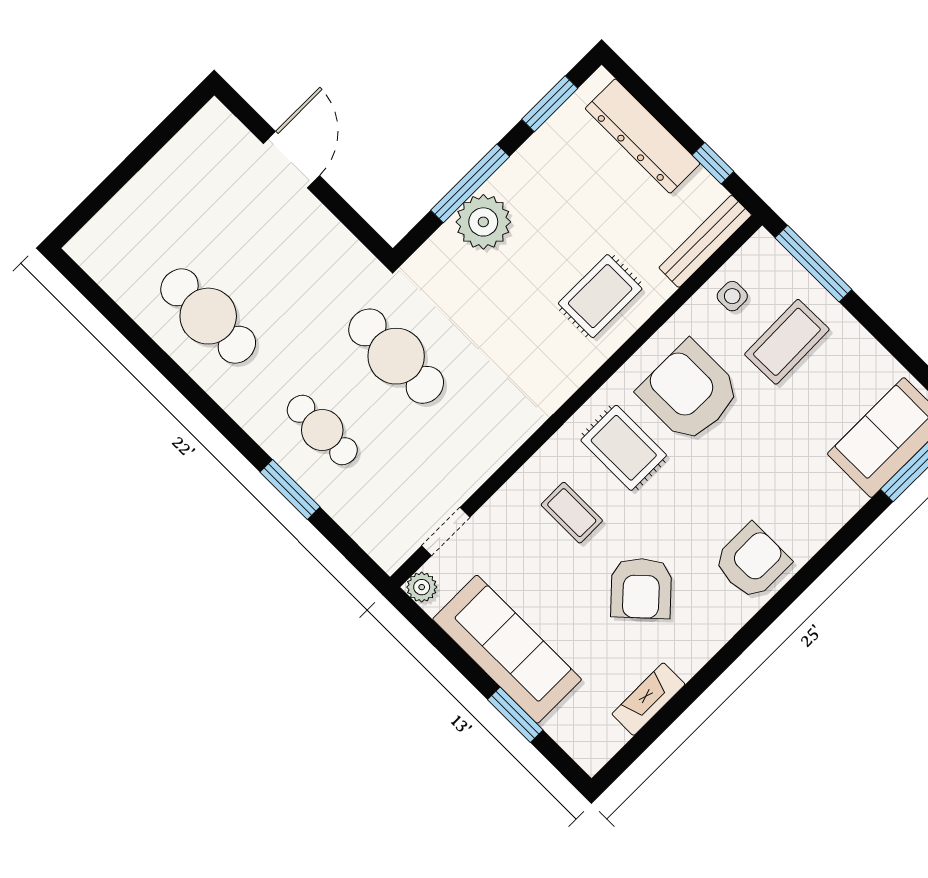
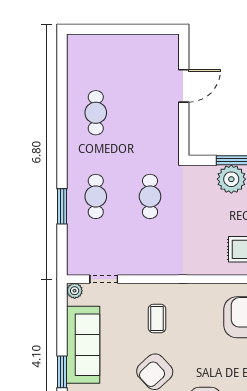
cafe table: (208, 316) -> (96, 113), width x0.73, depth x0.74
cafe table: (396, 356) -> (150, 196), width x0.73, depth x0.74
rug: (624, 448) -> (200, 314), removed

